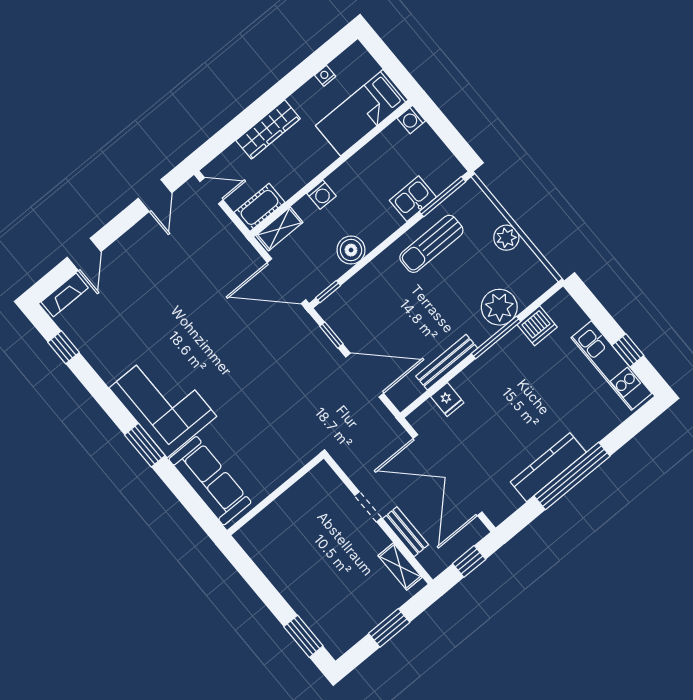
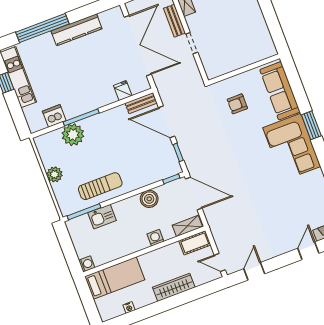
bench: (447, 362) -> (141, 103), moved, width x0.73
armchair: (267, 439) -> (237, 104), added
window: (572, 476) -> (42, 28), moved

